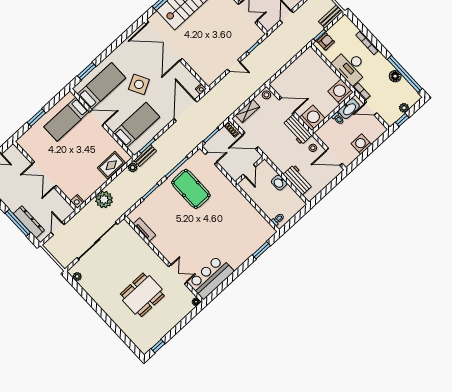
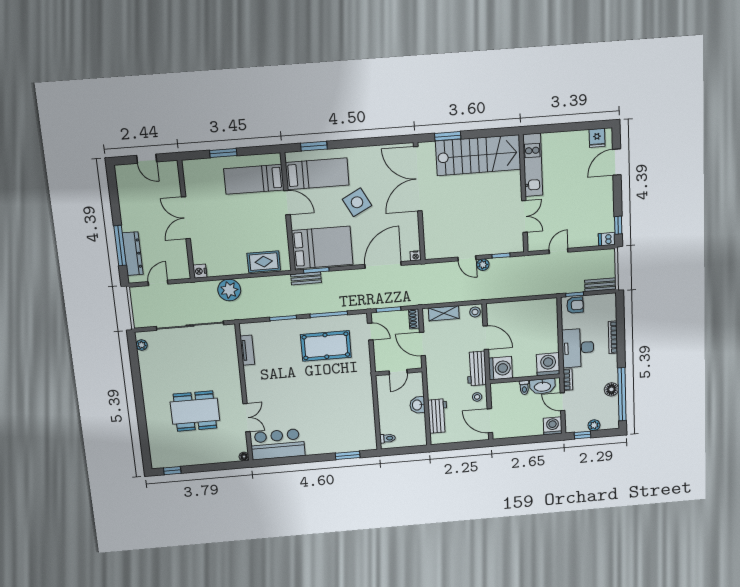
bed: (136, 125) -> (322, 248), width x1.50
washing machine: (361, 144) -> (553, 426), moved
plant: (133, 167) -> (483, 265), moved
pool table: (191, 189) -> (326, 346), turned 90

